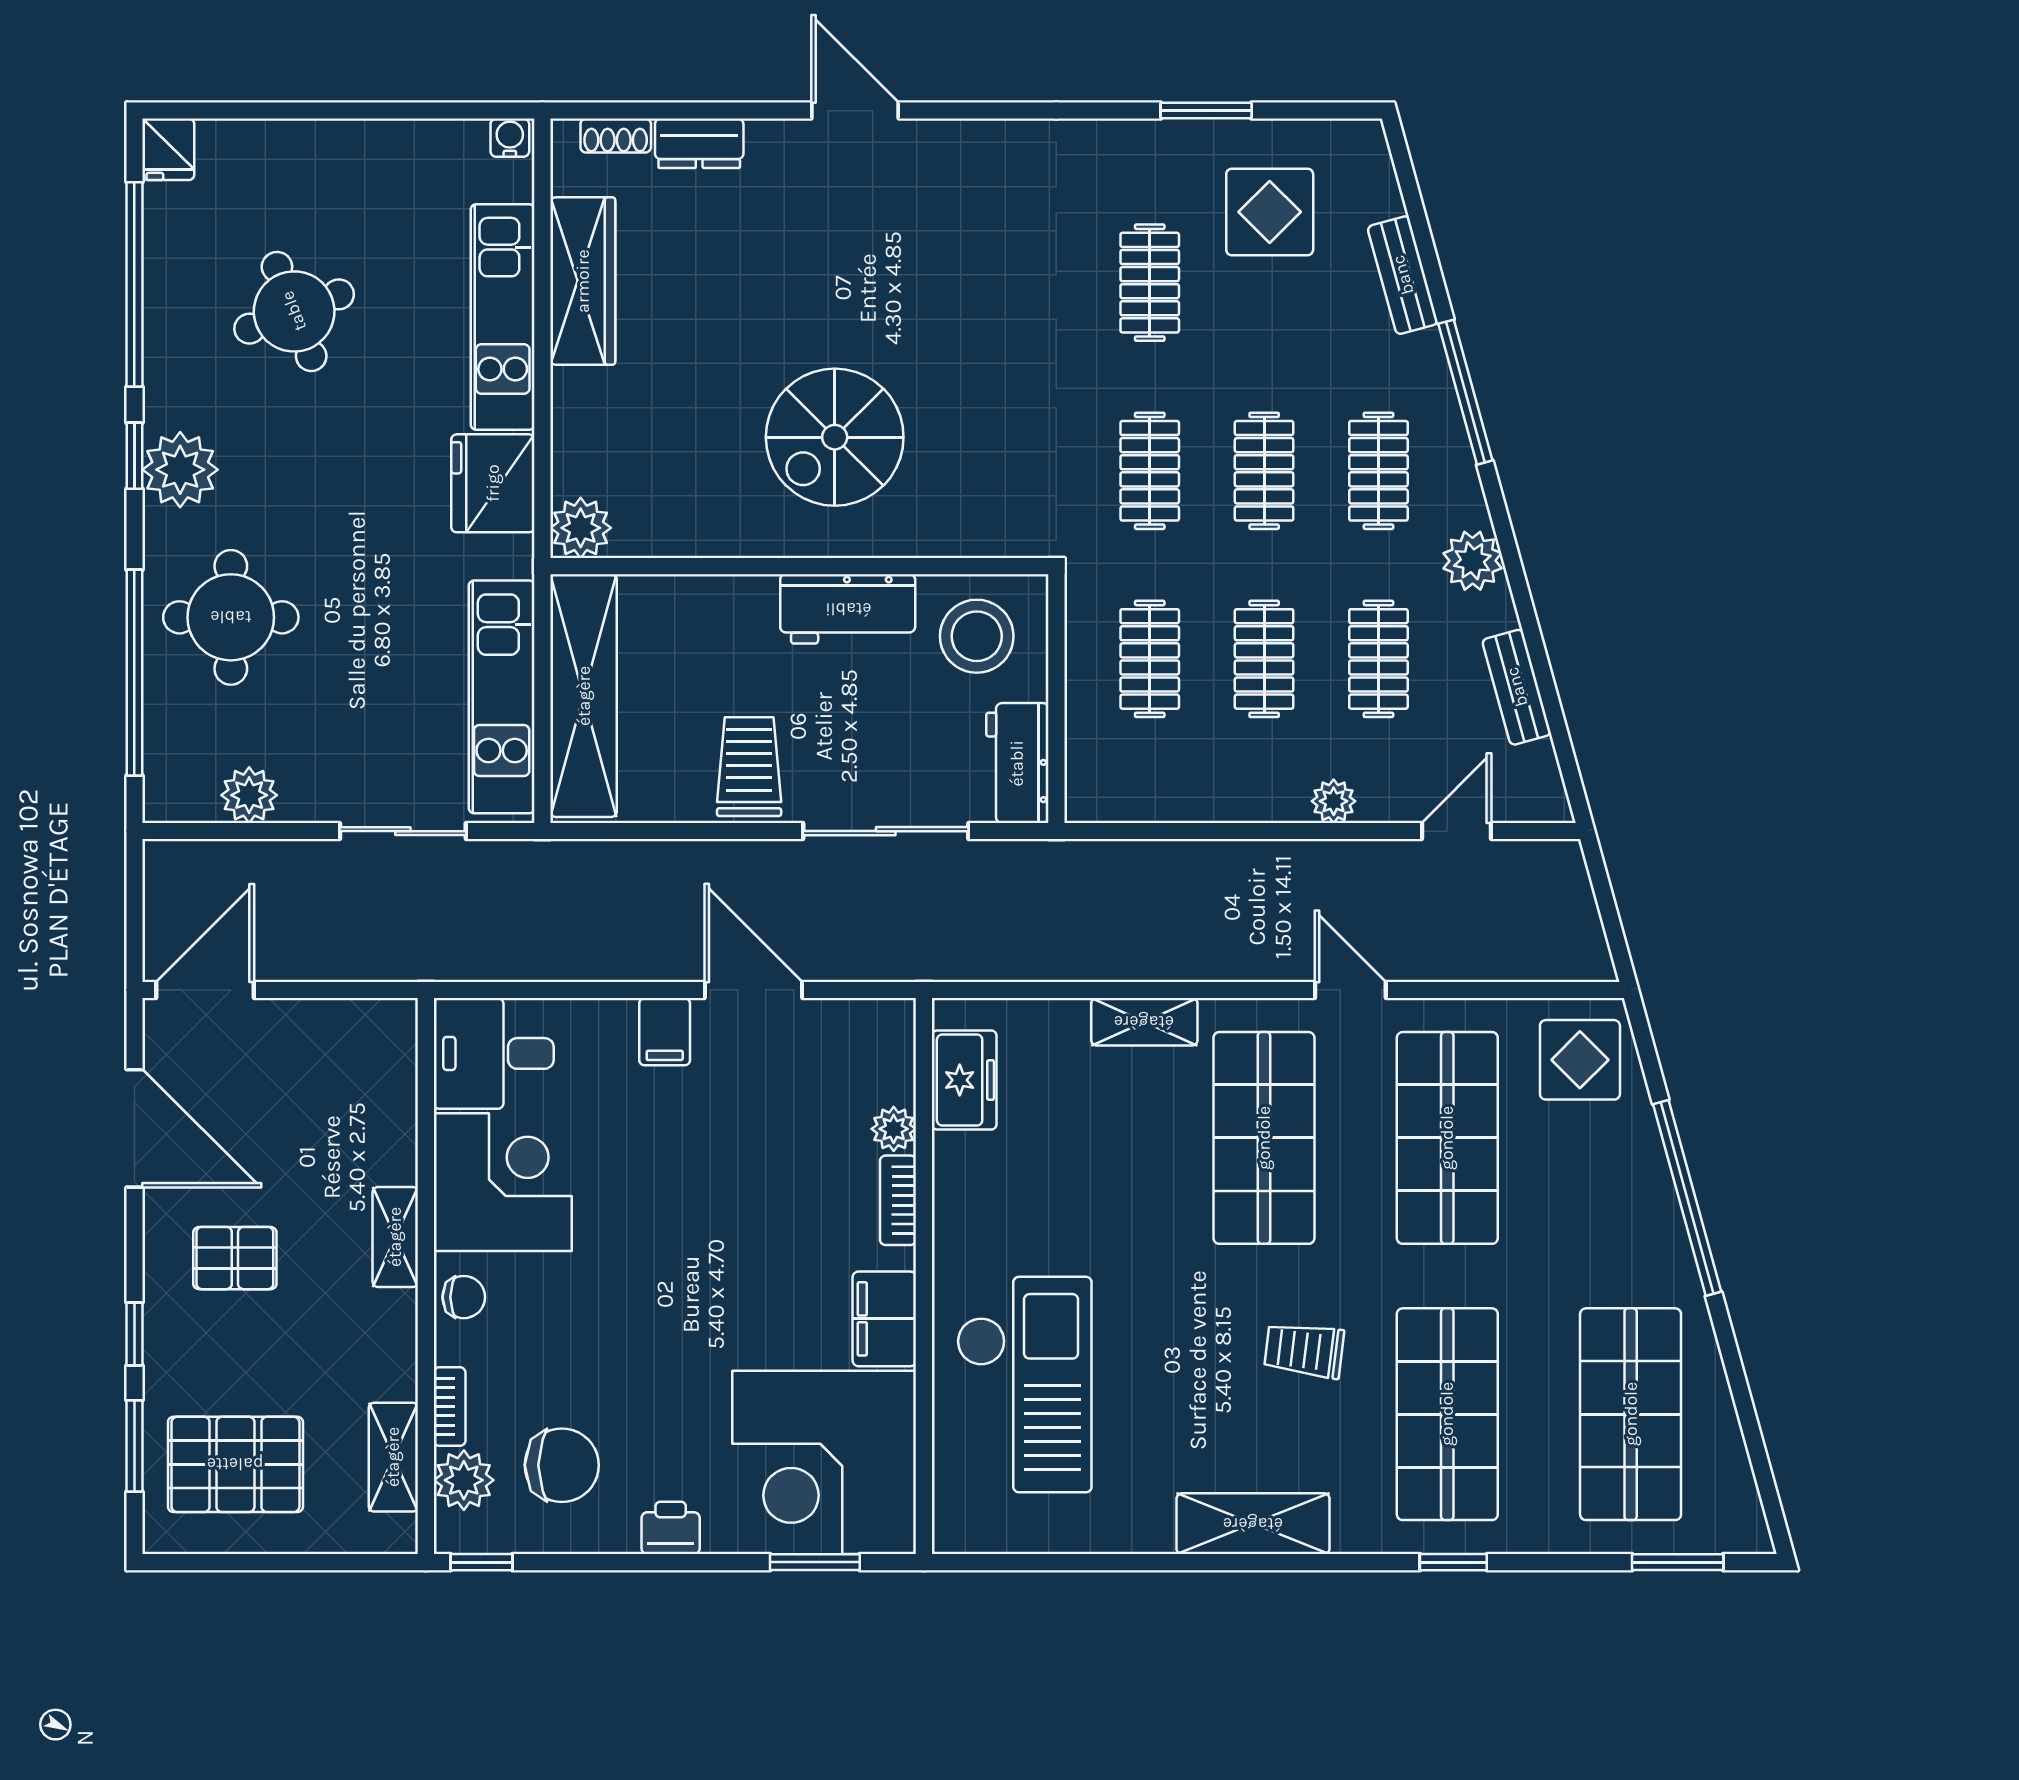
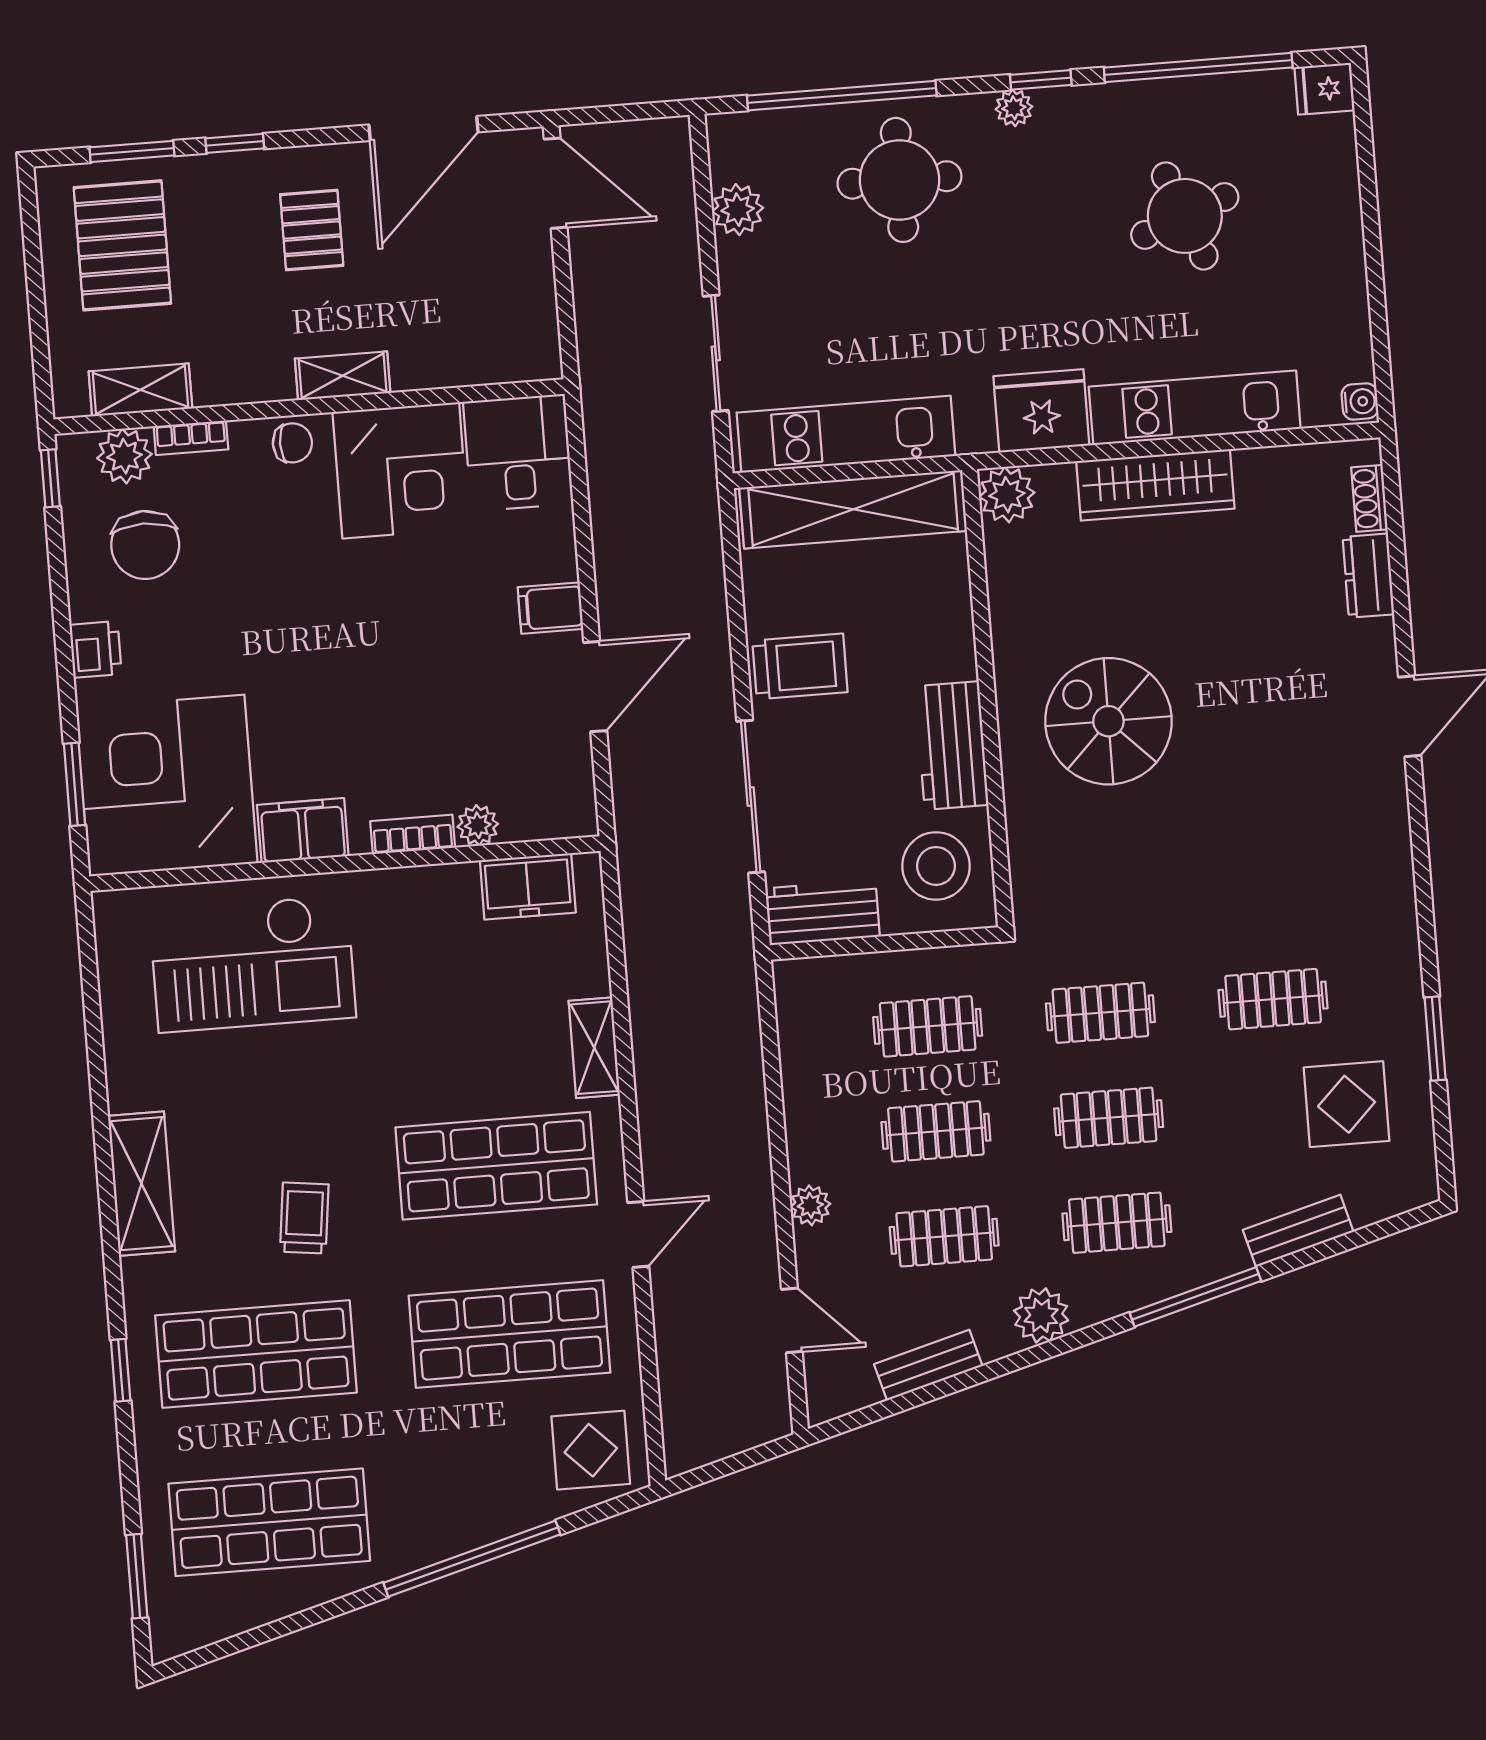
wardrobe: (583, 281) -> (1155, 485), moved
plant: (180, 470) -> (1014, 108), width x0.53, depth x0.53
chair: (464, 1297) -> (292, 443), turned -90

